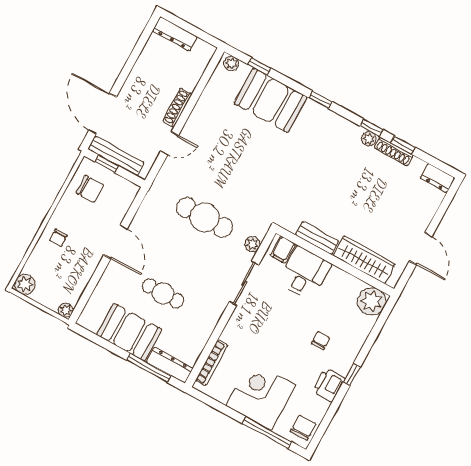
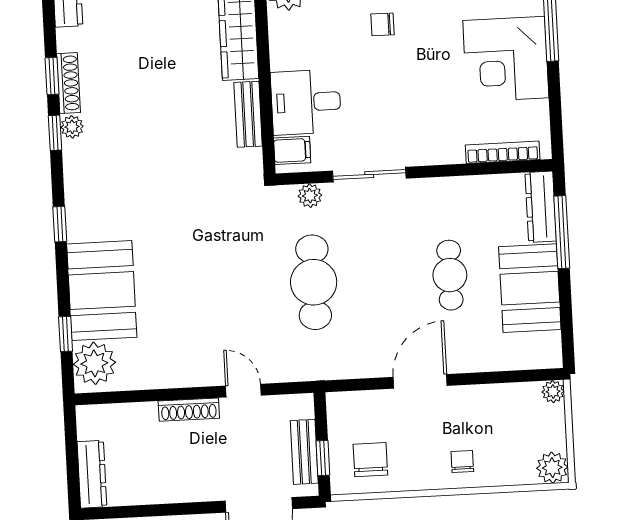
plant: (231, 63) -> (94, 363), width x1.88, depth x1.88
bench: (116, 156) -> (304, 452), width x0.73
chair: (58, 238) -> (462, 461), turned -90

